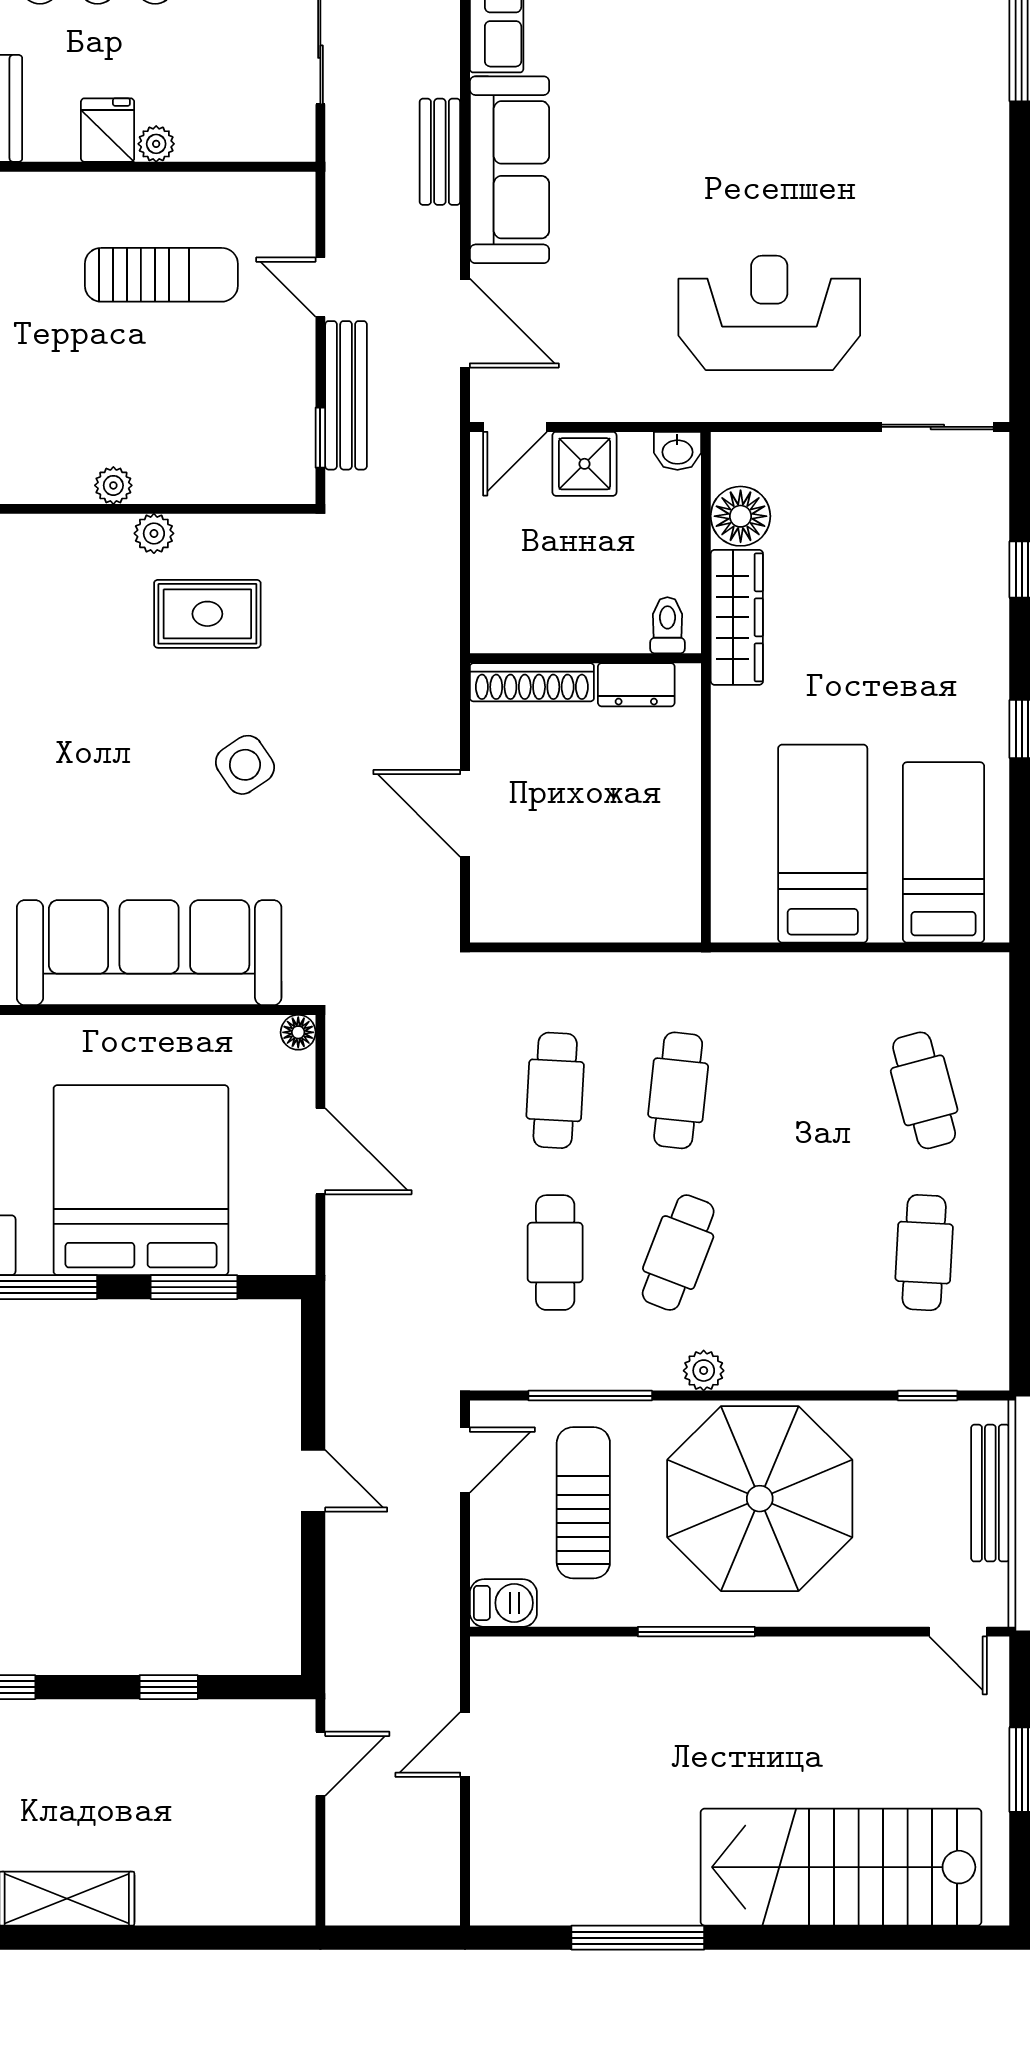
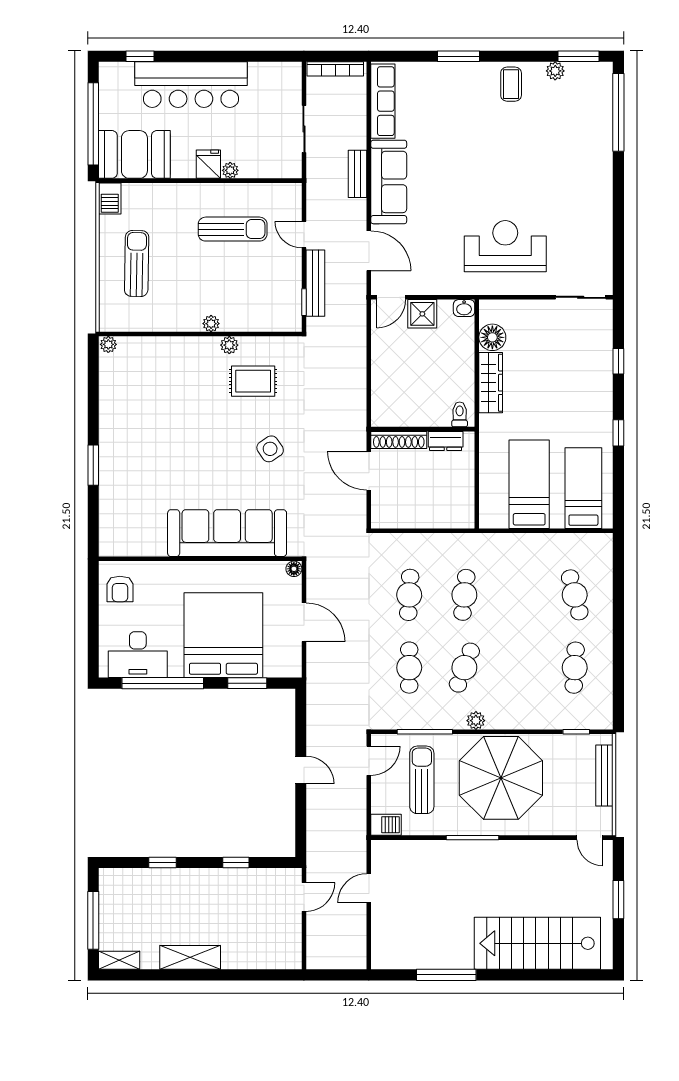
toilet: (667, 625) -> (460, 414), moved
wall: (585, 658) -> (423, 429), moved
shoe rack: (532, 682) -> (399, 440), moved
dresser: (636, 685) -> (446, 441), moved

